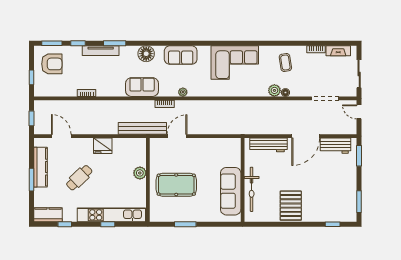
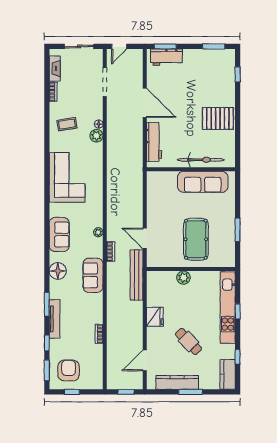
window: (31, 77) -> (72, 392), moved
workbench: (336, 146) -> (167, 57), moved, turned 90

